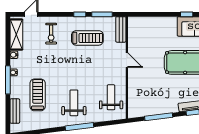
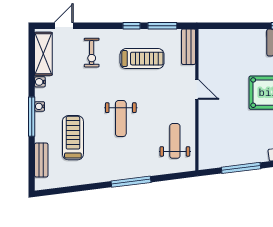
weight bench: (74, 103) -> (121, 119), moved, turned 180

